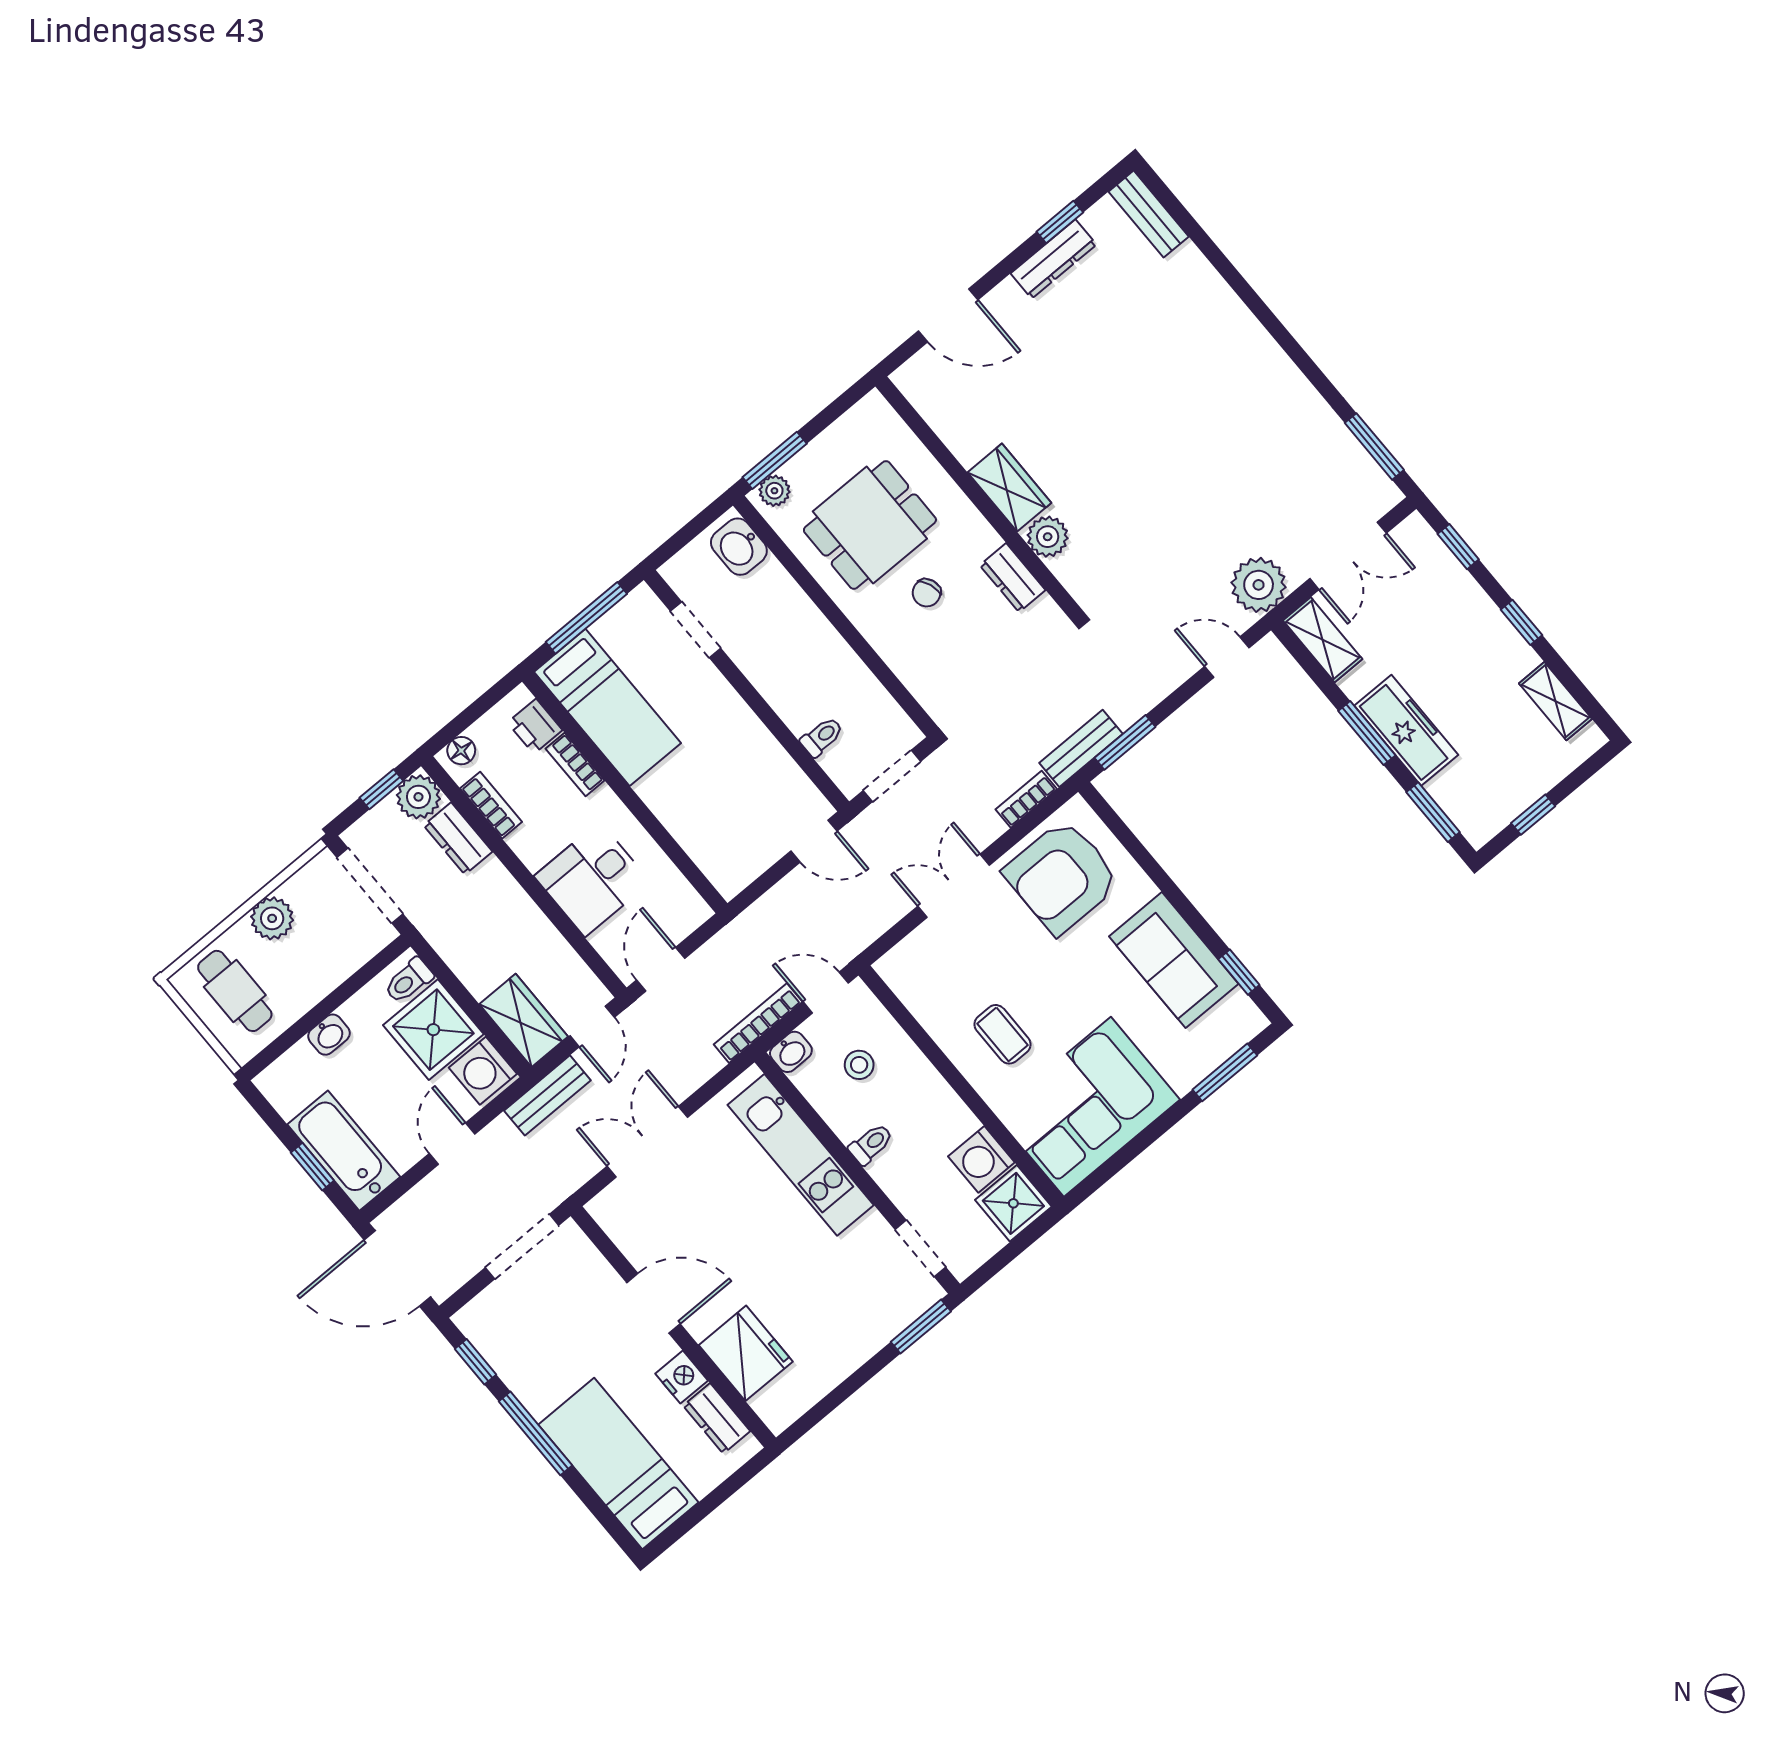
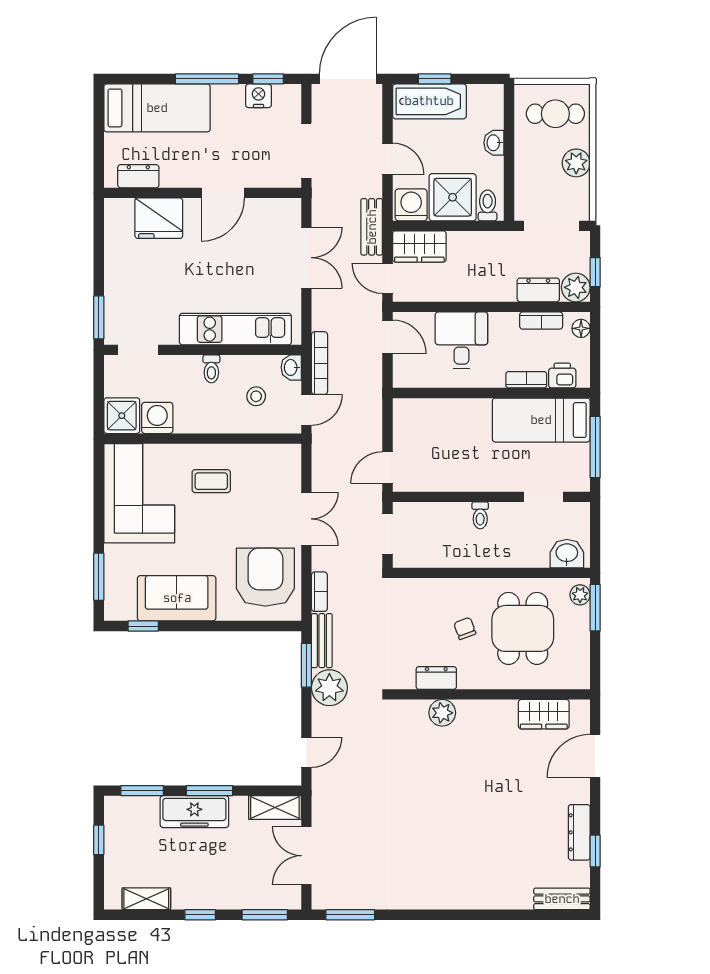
wardrobe: (1009, 488) -> (544, 714), moved
window: (1458, 547) -> (265, 915), width x1.50
plant: (1259, 585) -> (329, 688), moved
toilet: (822, 737) -> (480, 515), moved
nightstand: (682, 1377) -> (259, 96), moved, turned 180

